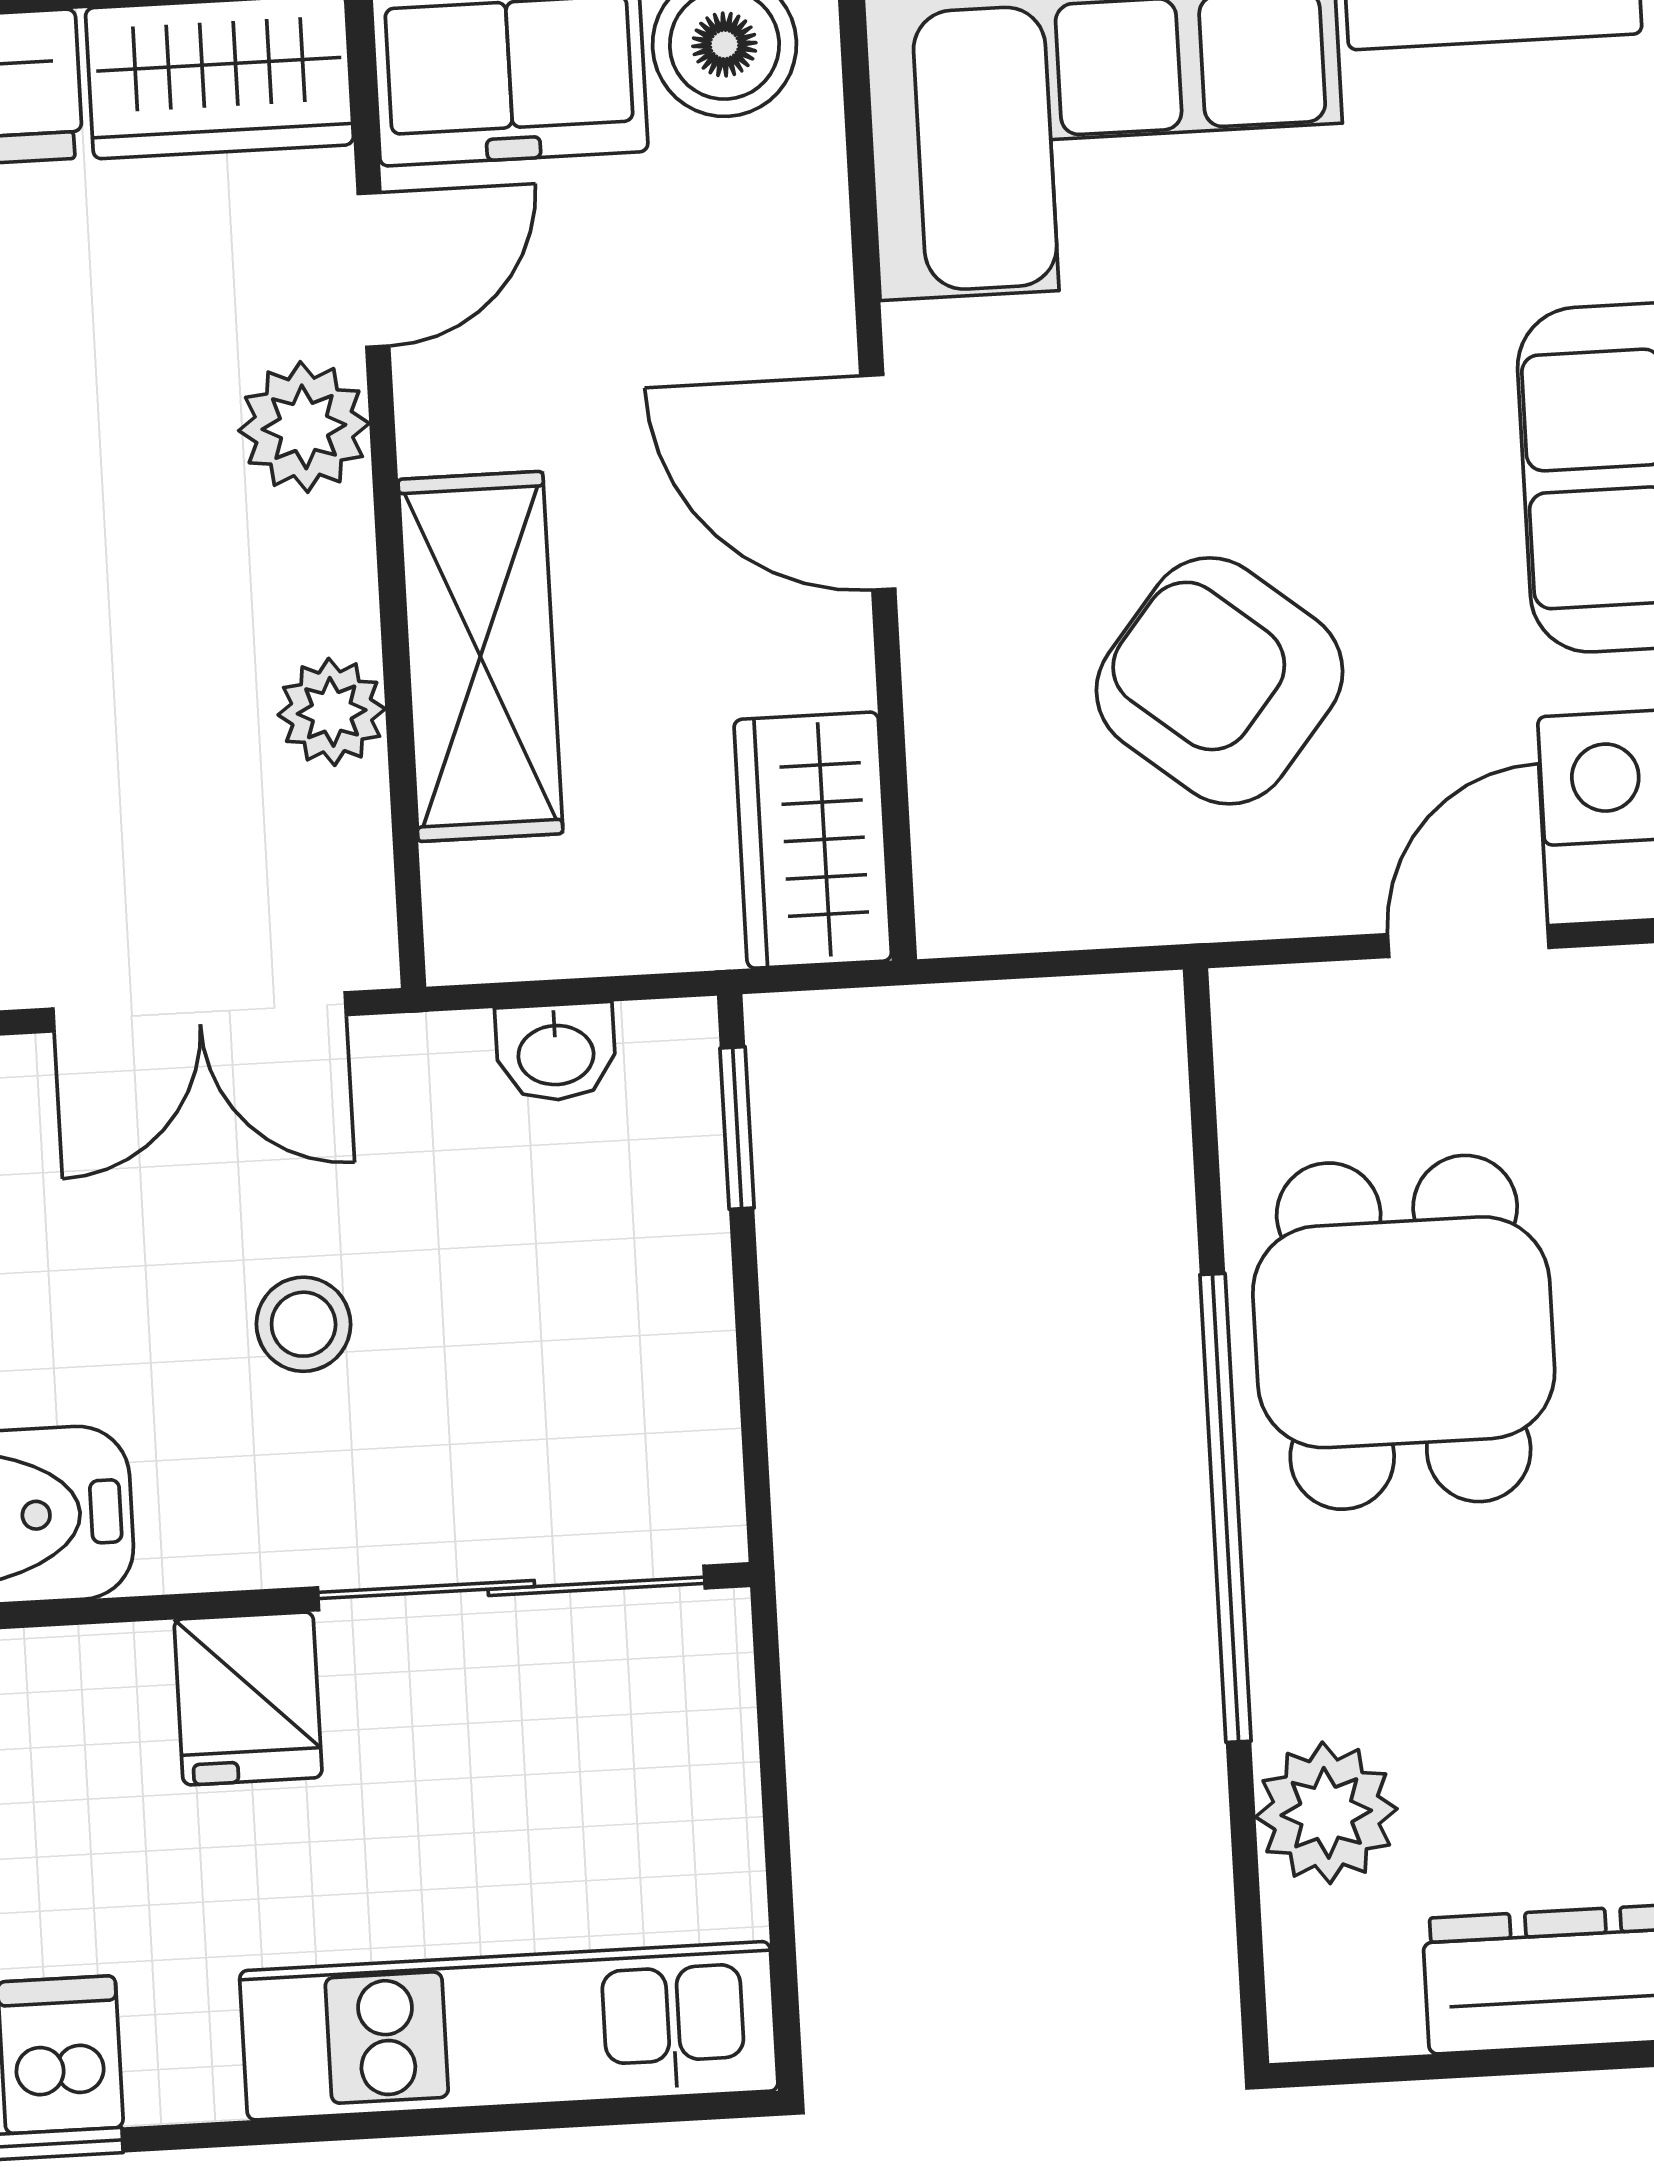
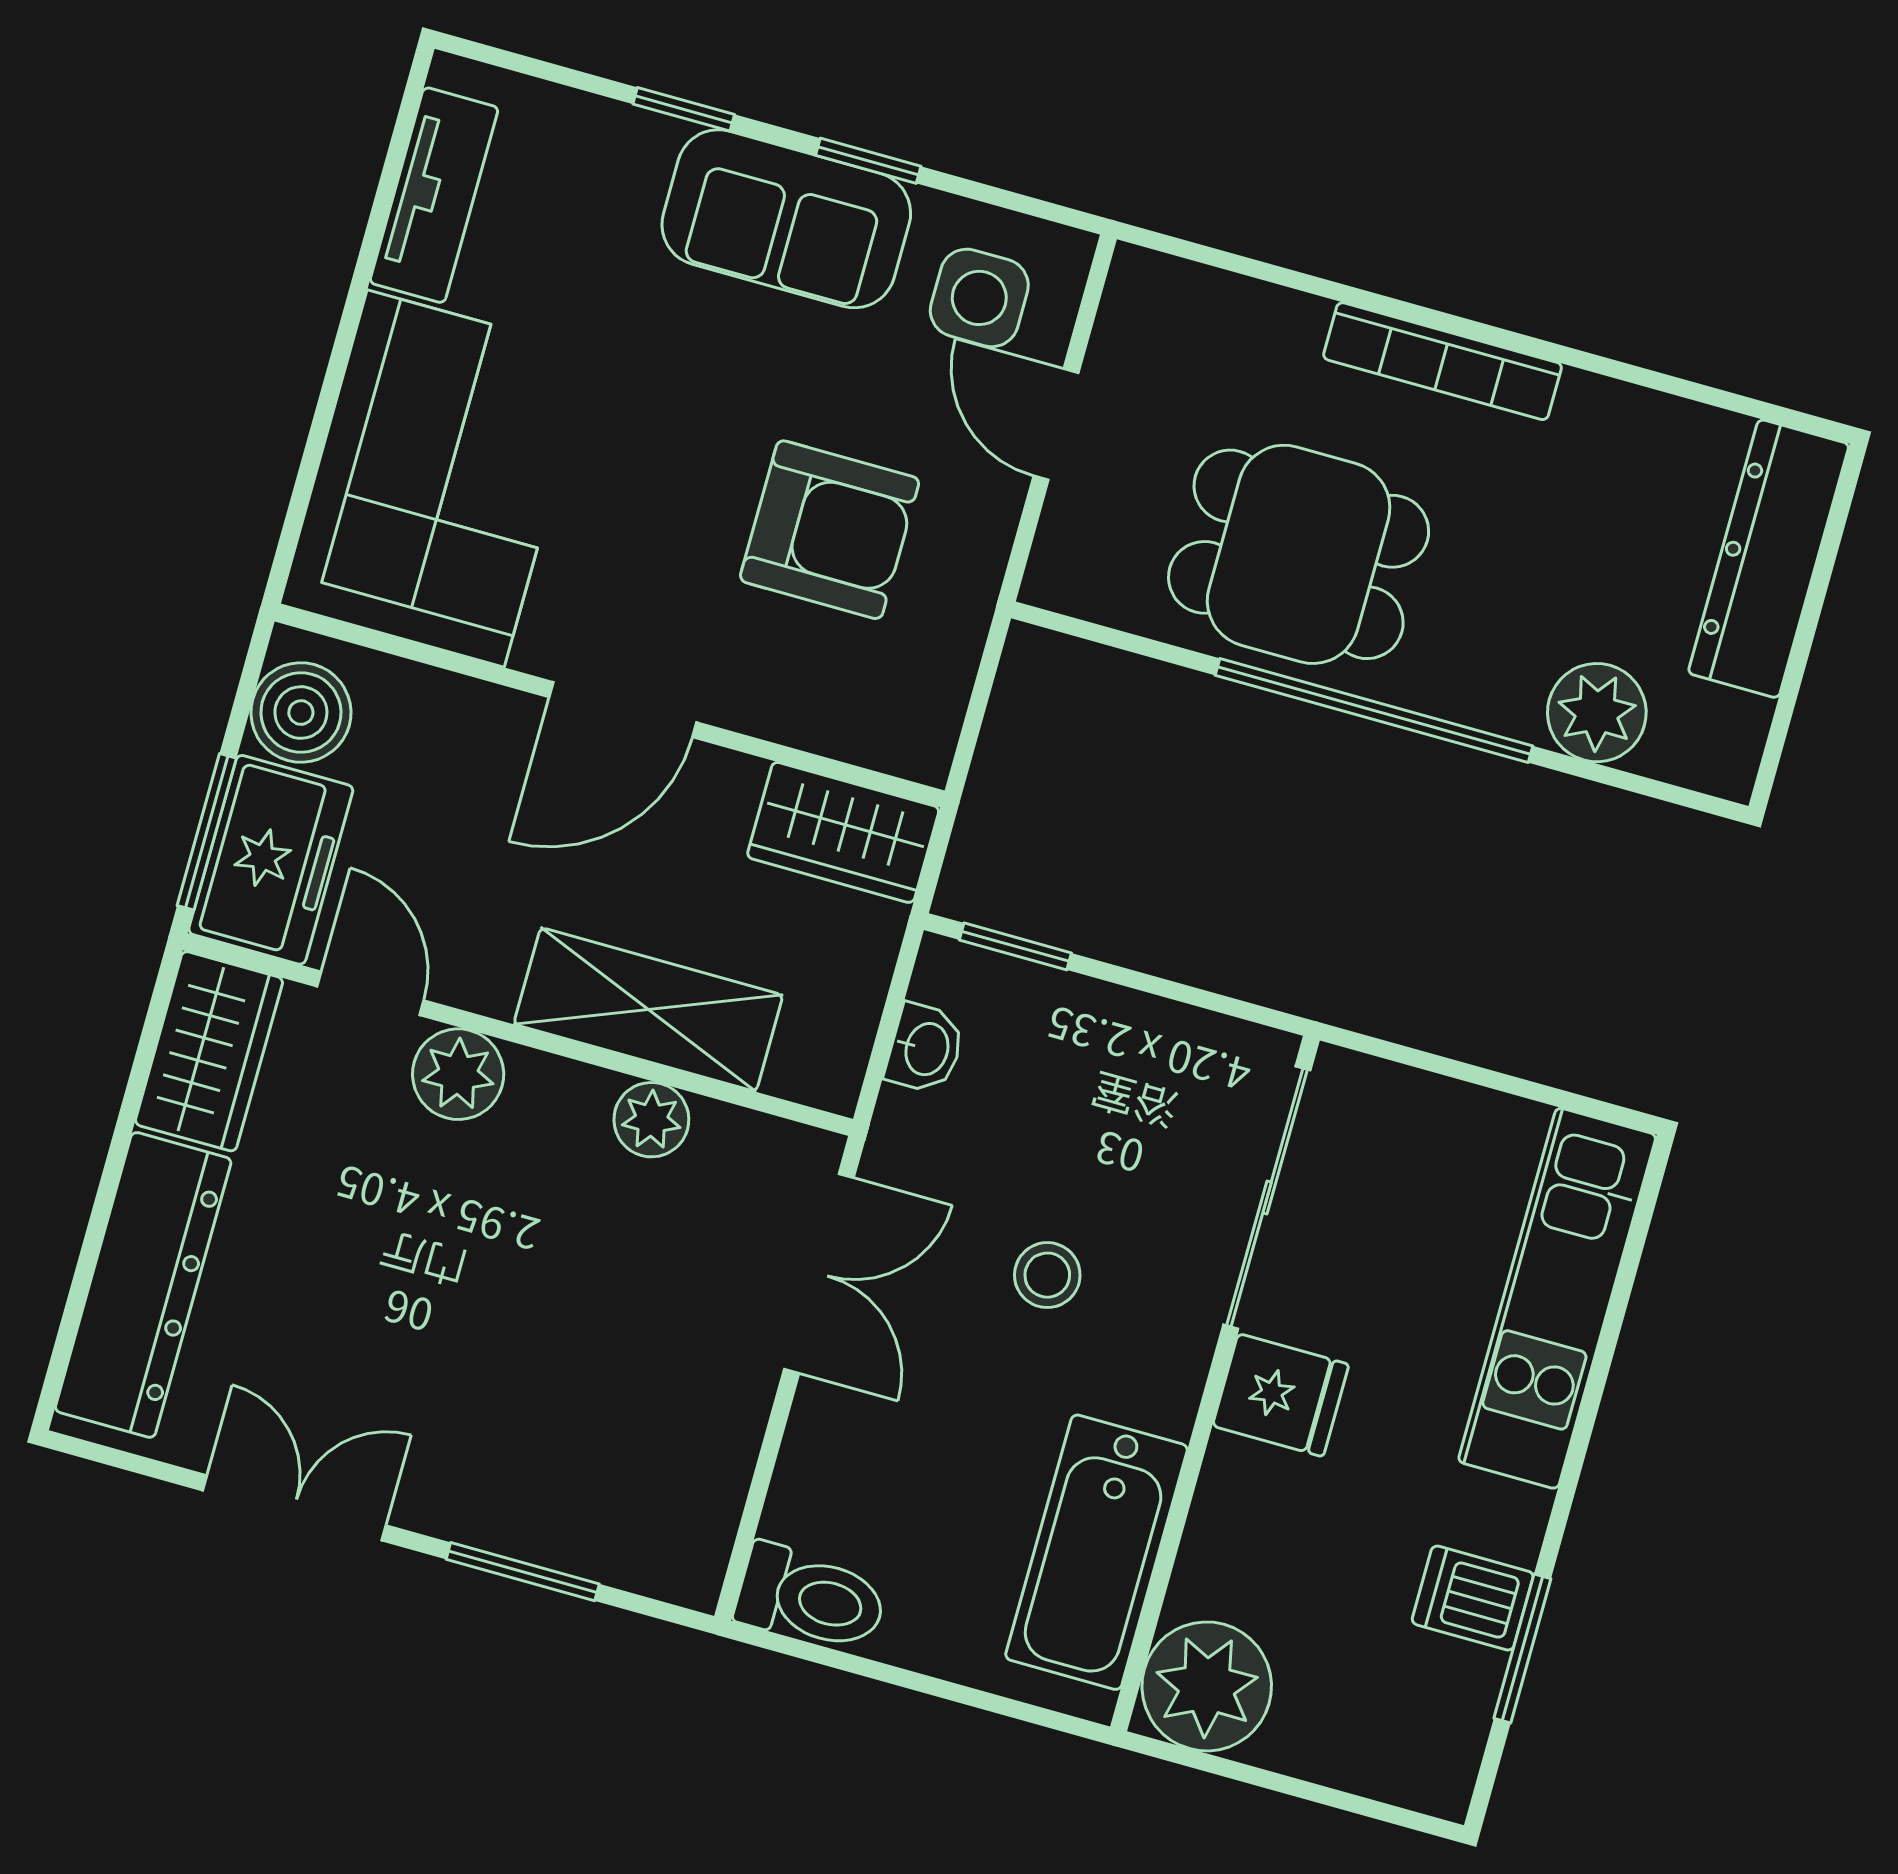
armchair: (1219, 681) -> (830, 530), turned -129

